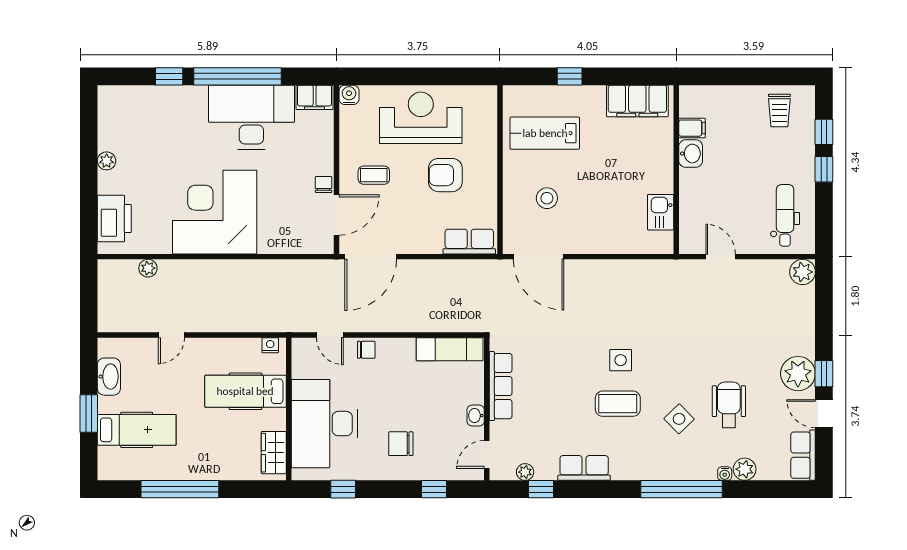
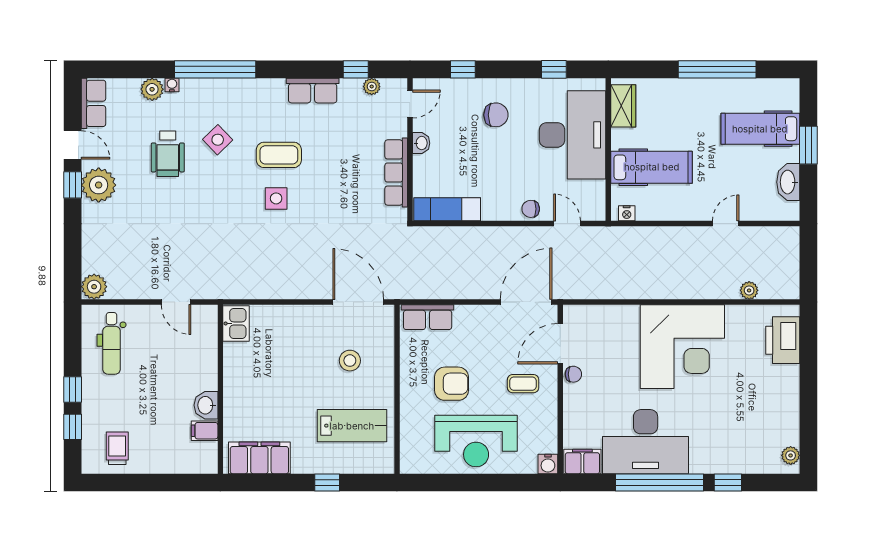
plant: (107, 161) -> (791, 455), moved
chair: (324, 185) -> (573, 374), turned -90
kitchen sink: (661, 212) -> (236, 323), moved

